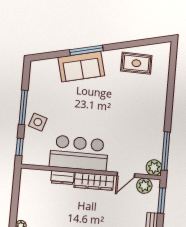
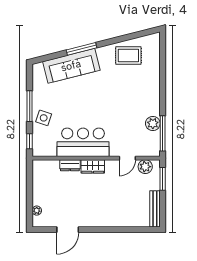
sofa: (81, 67) -> (71, 66), width x1.36
plant: (154, 168) -> (153, 123), moved
wardrobe: (94, 181) -> (93, 166), width x0.67

